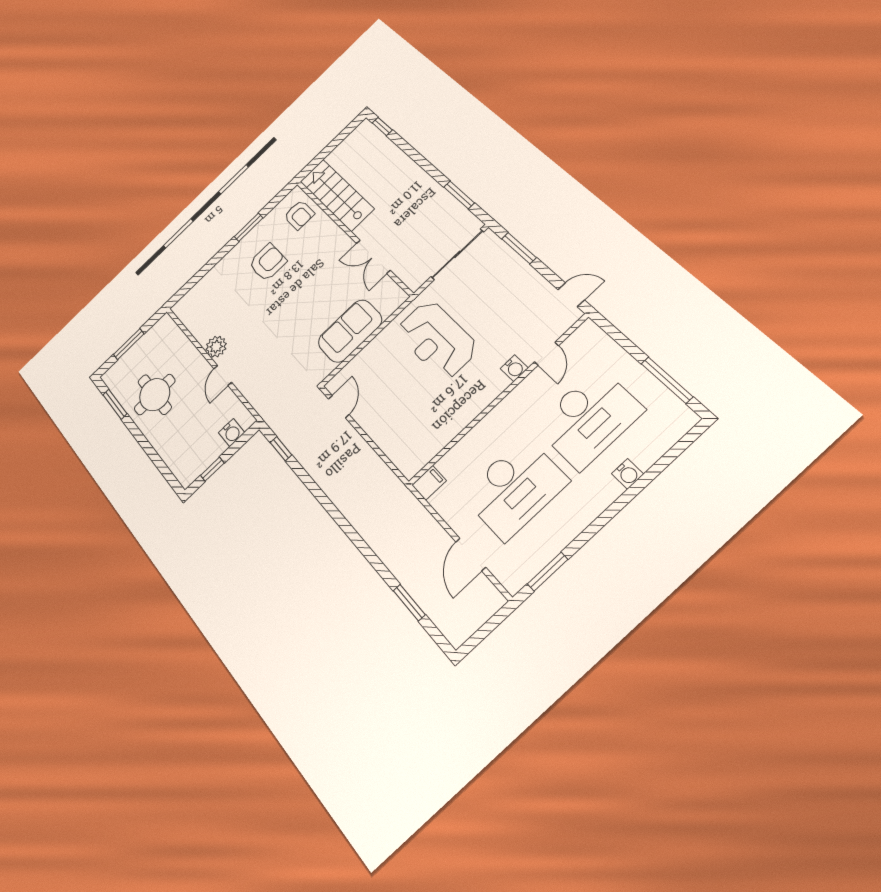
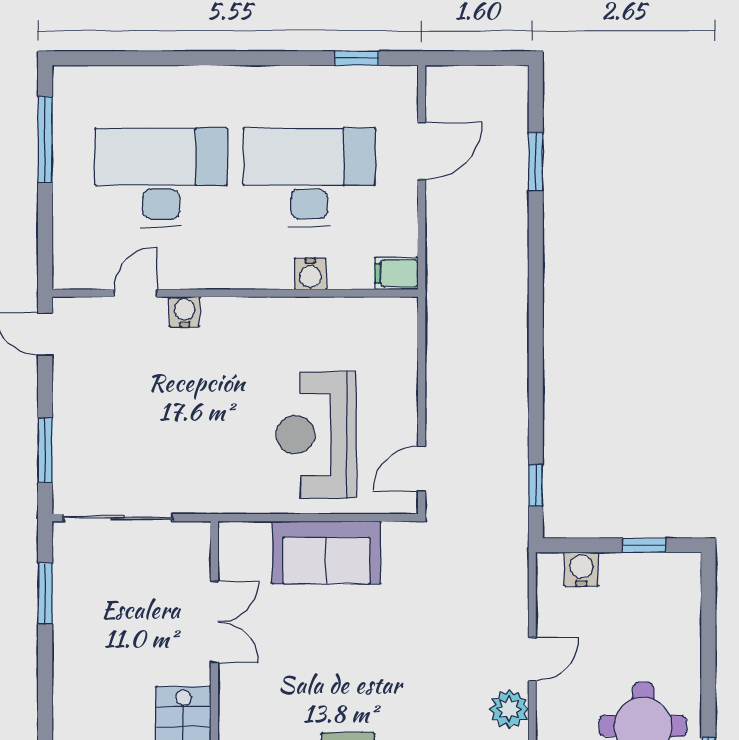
reception desk: (437, 339) -> (316, 435), moved, turned 180
water cooler: (628, 474) -> (310, 274), moved, turned 180
window: (548, 572) -> (357, 58), width x0.67

